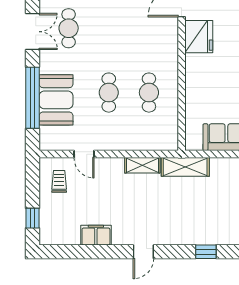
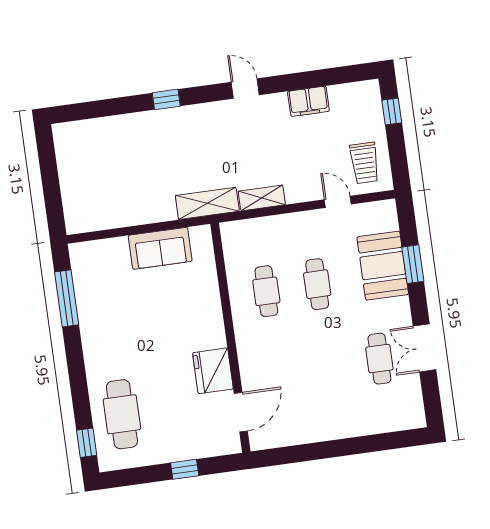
window: (33, 98) -> (413, 264), width x0.47
trolley: (59, 181) -> (365, 163), width x1.36, depth x1.39
door: (143, 252) -> (245, 88), hinge flipped

